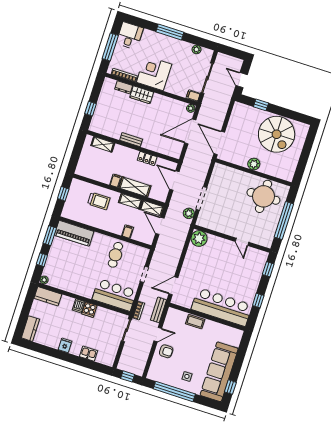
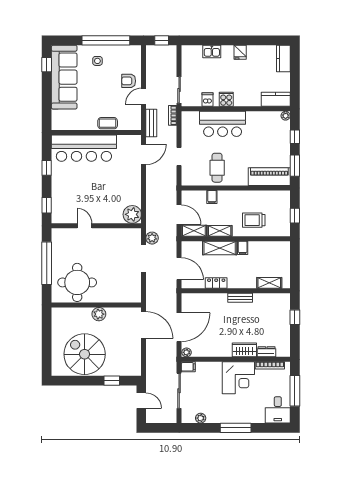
bar counter: (114, 295) -> (223, 124), moved
dishwasher: (78, 306) -> (207, 100), moved

